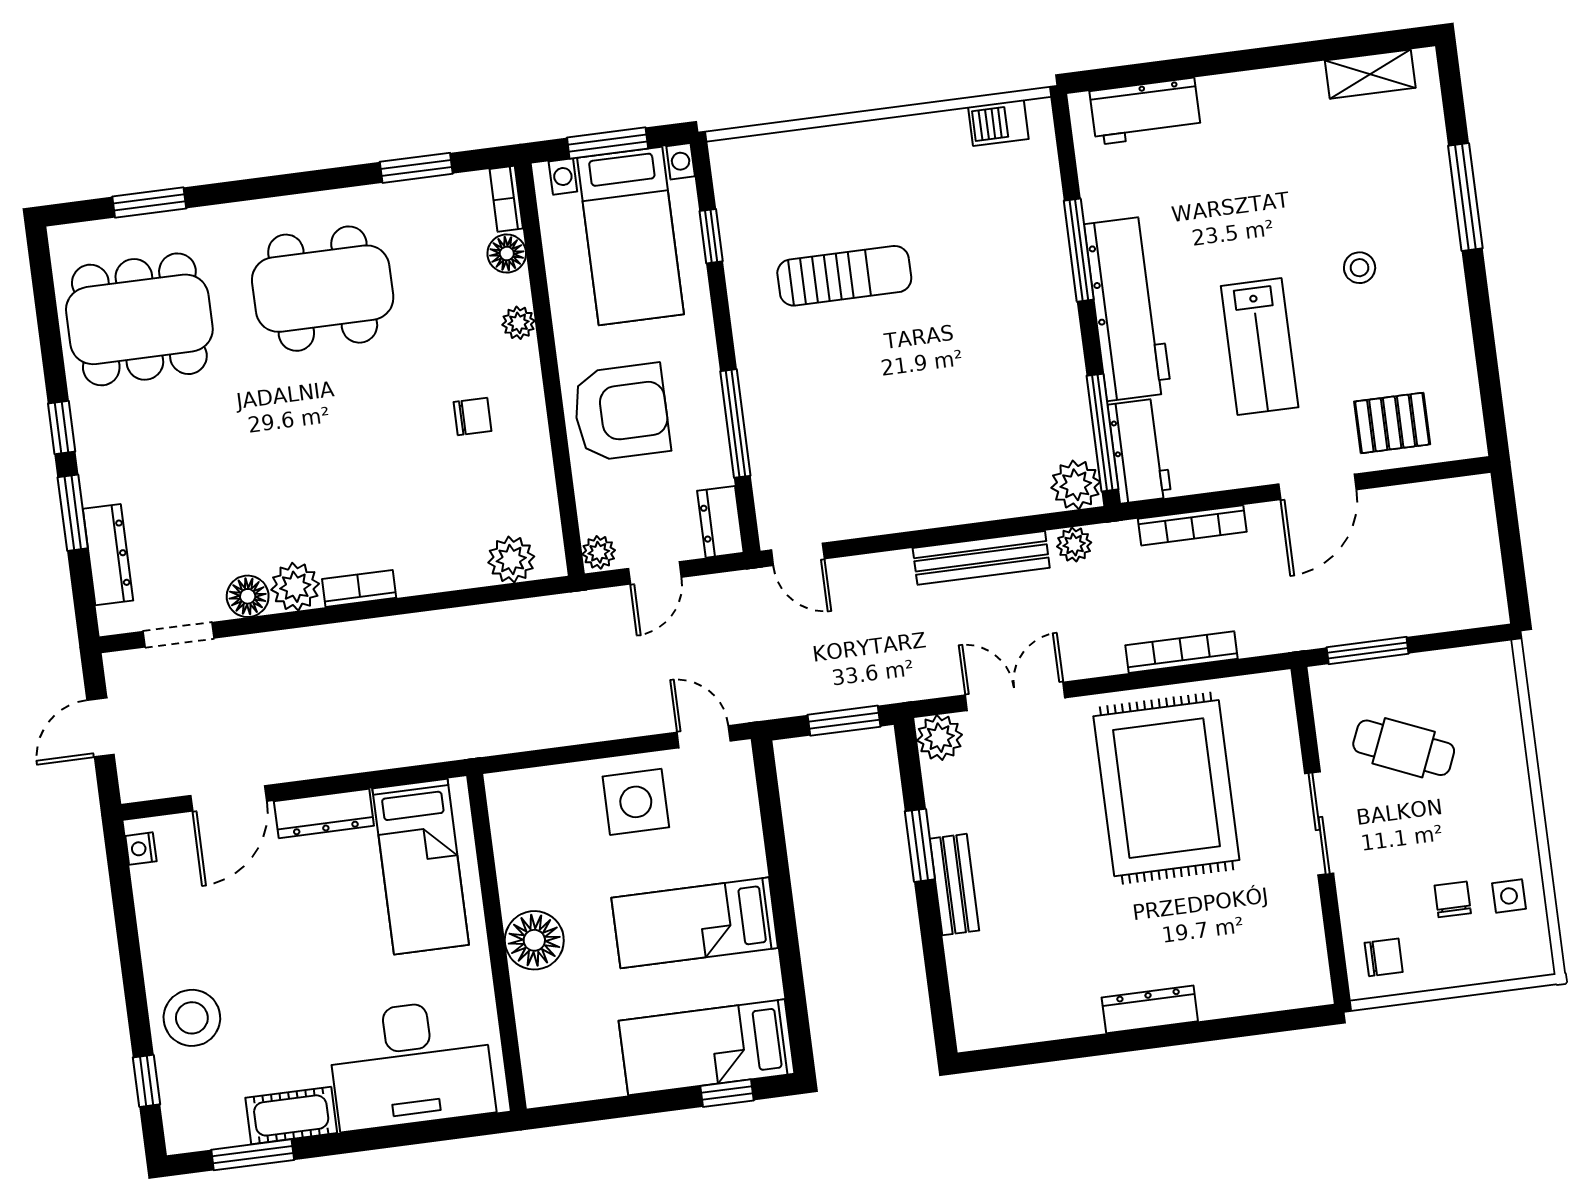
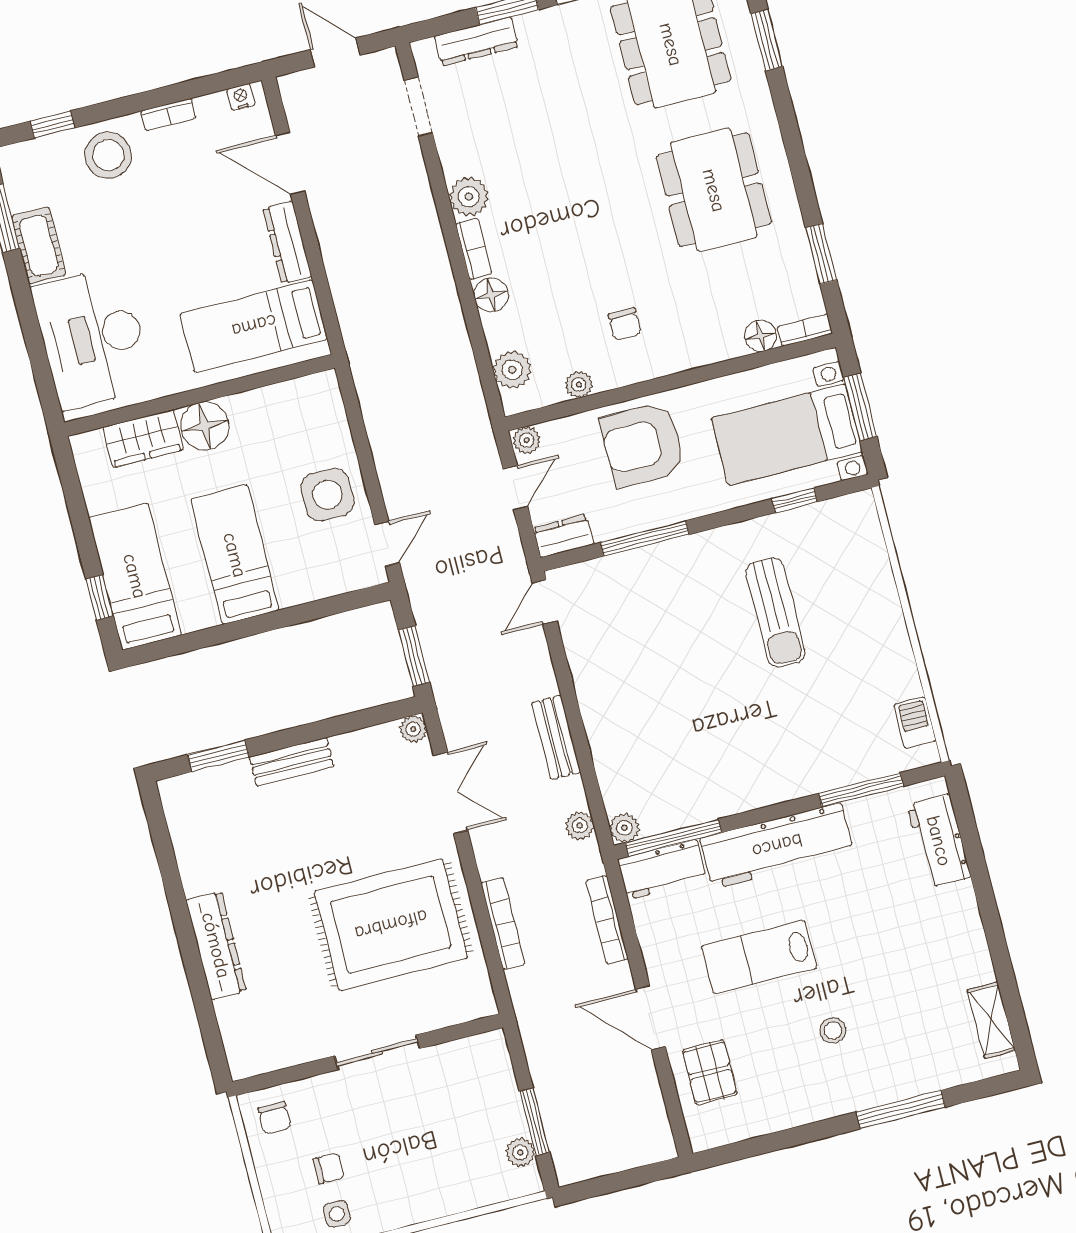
window: (1079, 250) -> (861, 790), moved
plant: (519, 323) -> (579, 384), moved
armchair: (621, 412) -> (643, 444), turned 90
plant: (1076, 485) -> (624, 828), width x0.73, depth x0.73
bench: (981, 558) -> (556, 737), width x0.73
door: (655, 573) -> (515, 488), swing flipped
floor lamp: (248, 596) -> (491, 295), moved
window: (1368, 651) -> (534, 1122), moved
plant: (1462, 665) -> (520, 1152), added
plant: (940, 738) -> (413, 729), width x0.73, depth x0.73
cafe table: (1404, 748) -> (447, 1114), removed
window: (920, 845) -> (218, 756), moved
bookcase: (152, 939) -> (168, 115), added
dresser: (1150, 1009) -> (216, 945), width x1.37, depth x1.24
wardrobe: (541, 1017) -> (143, 439), added

